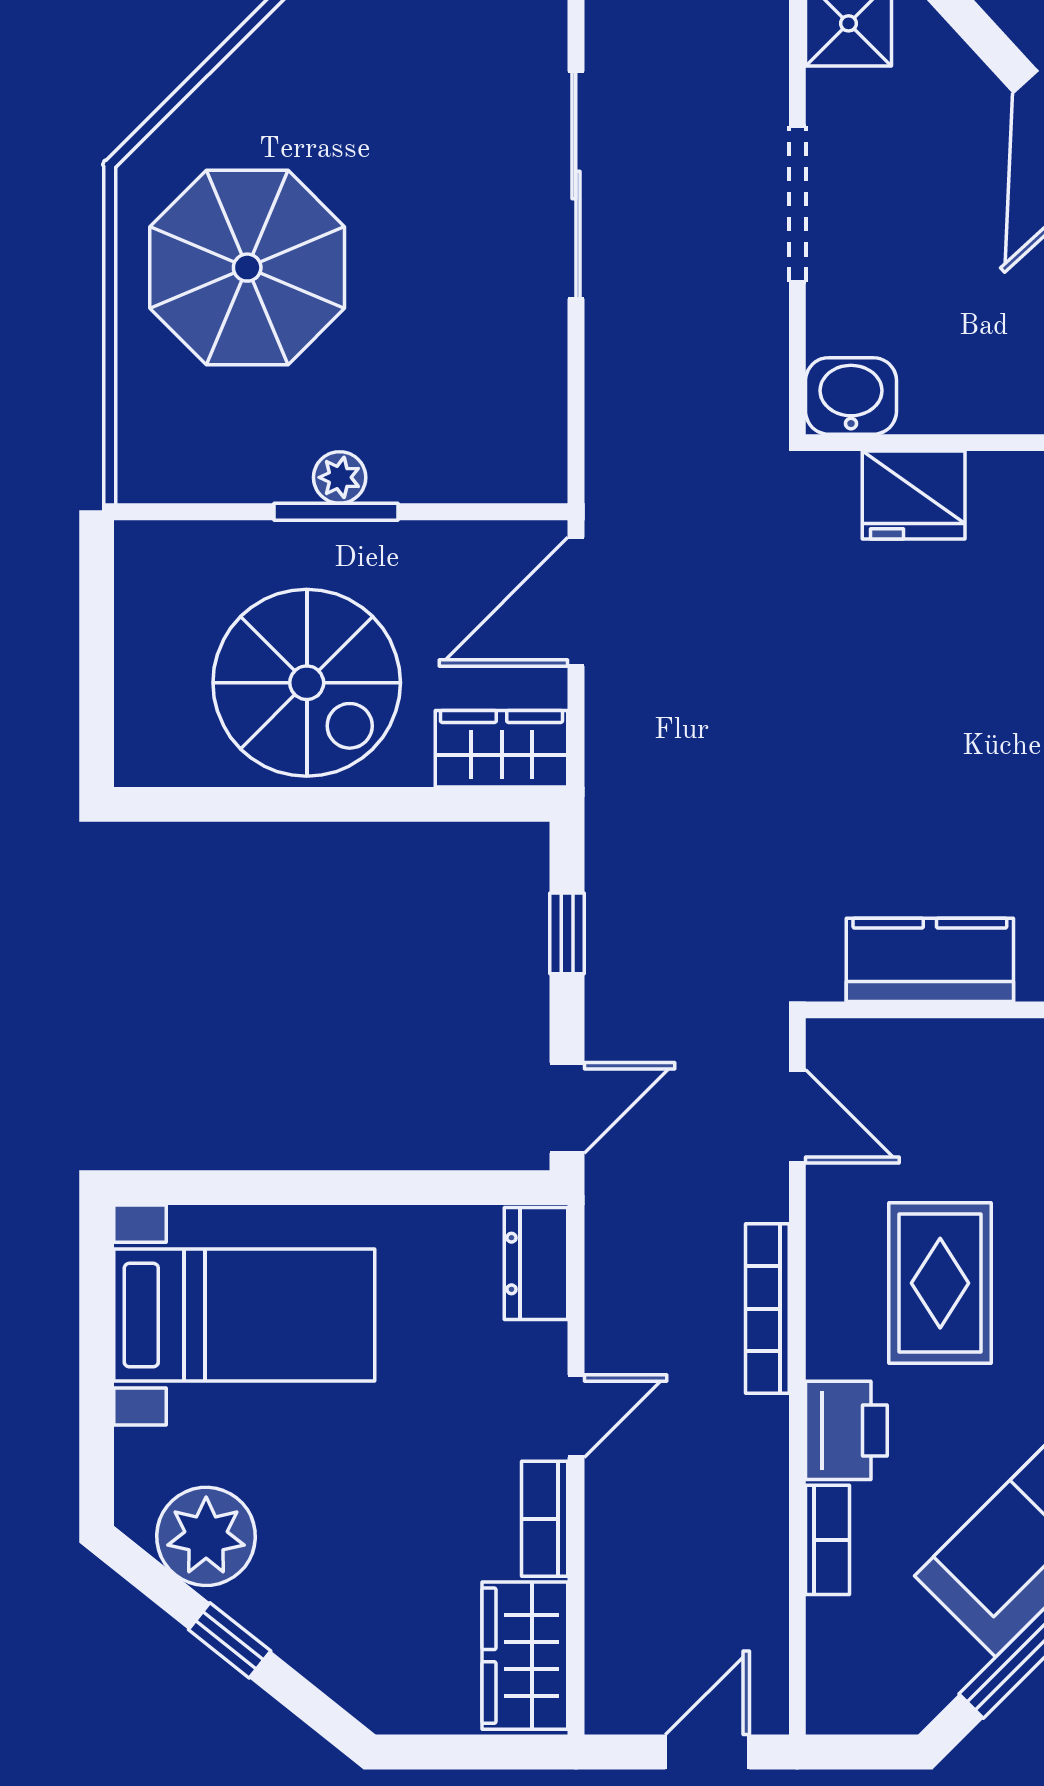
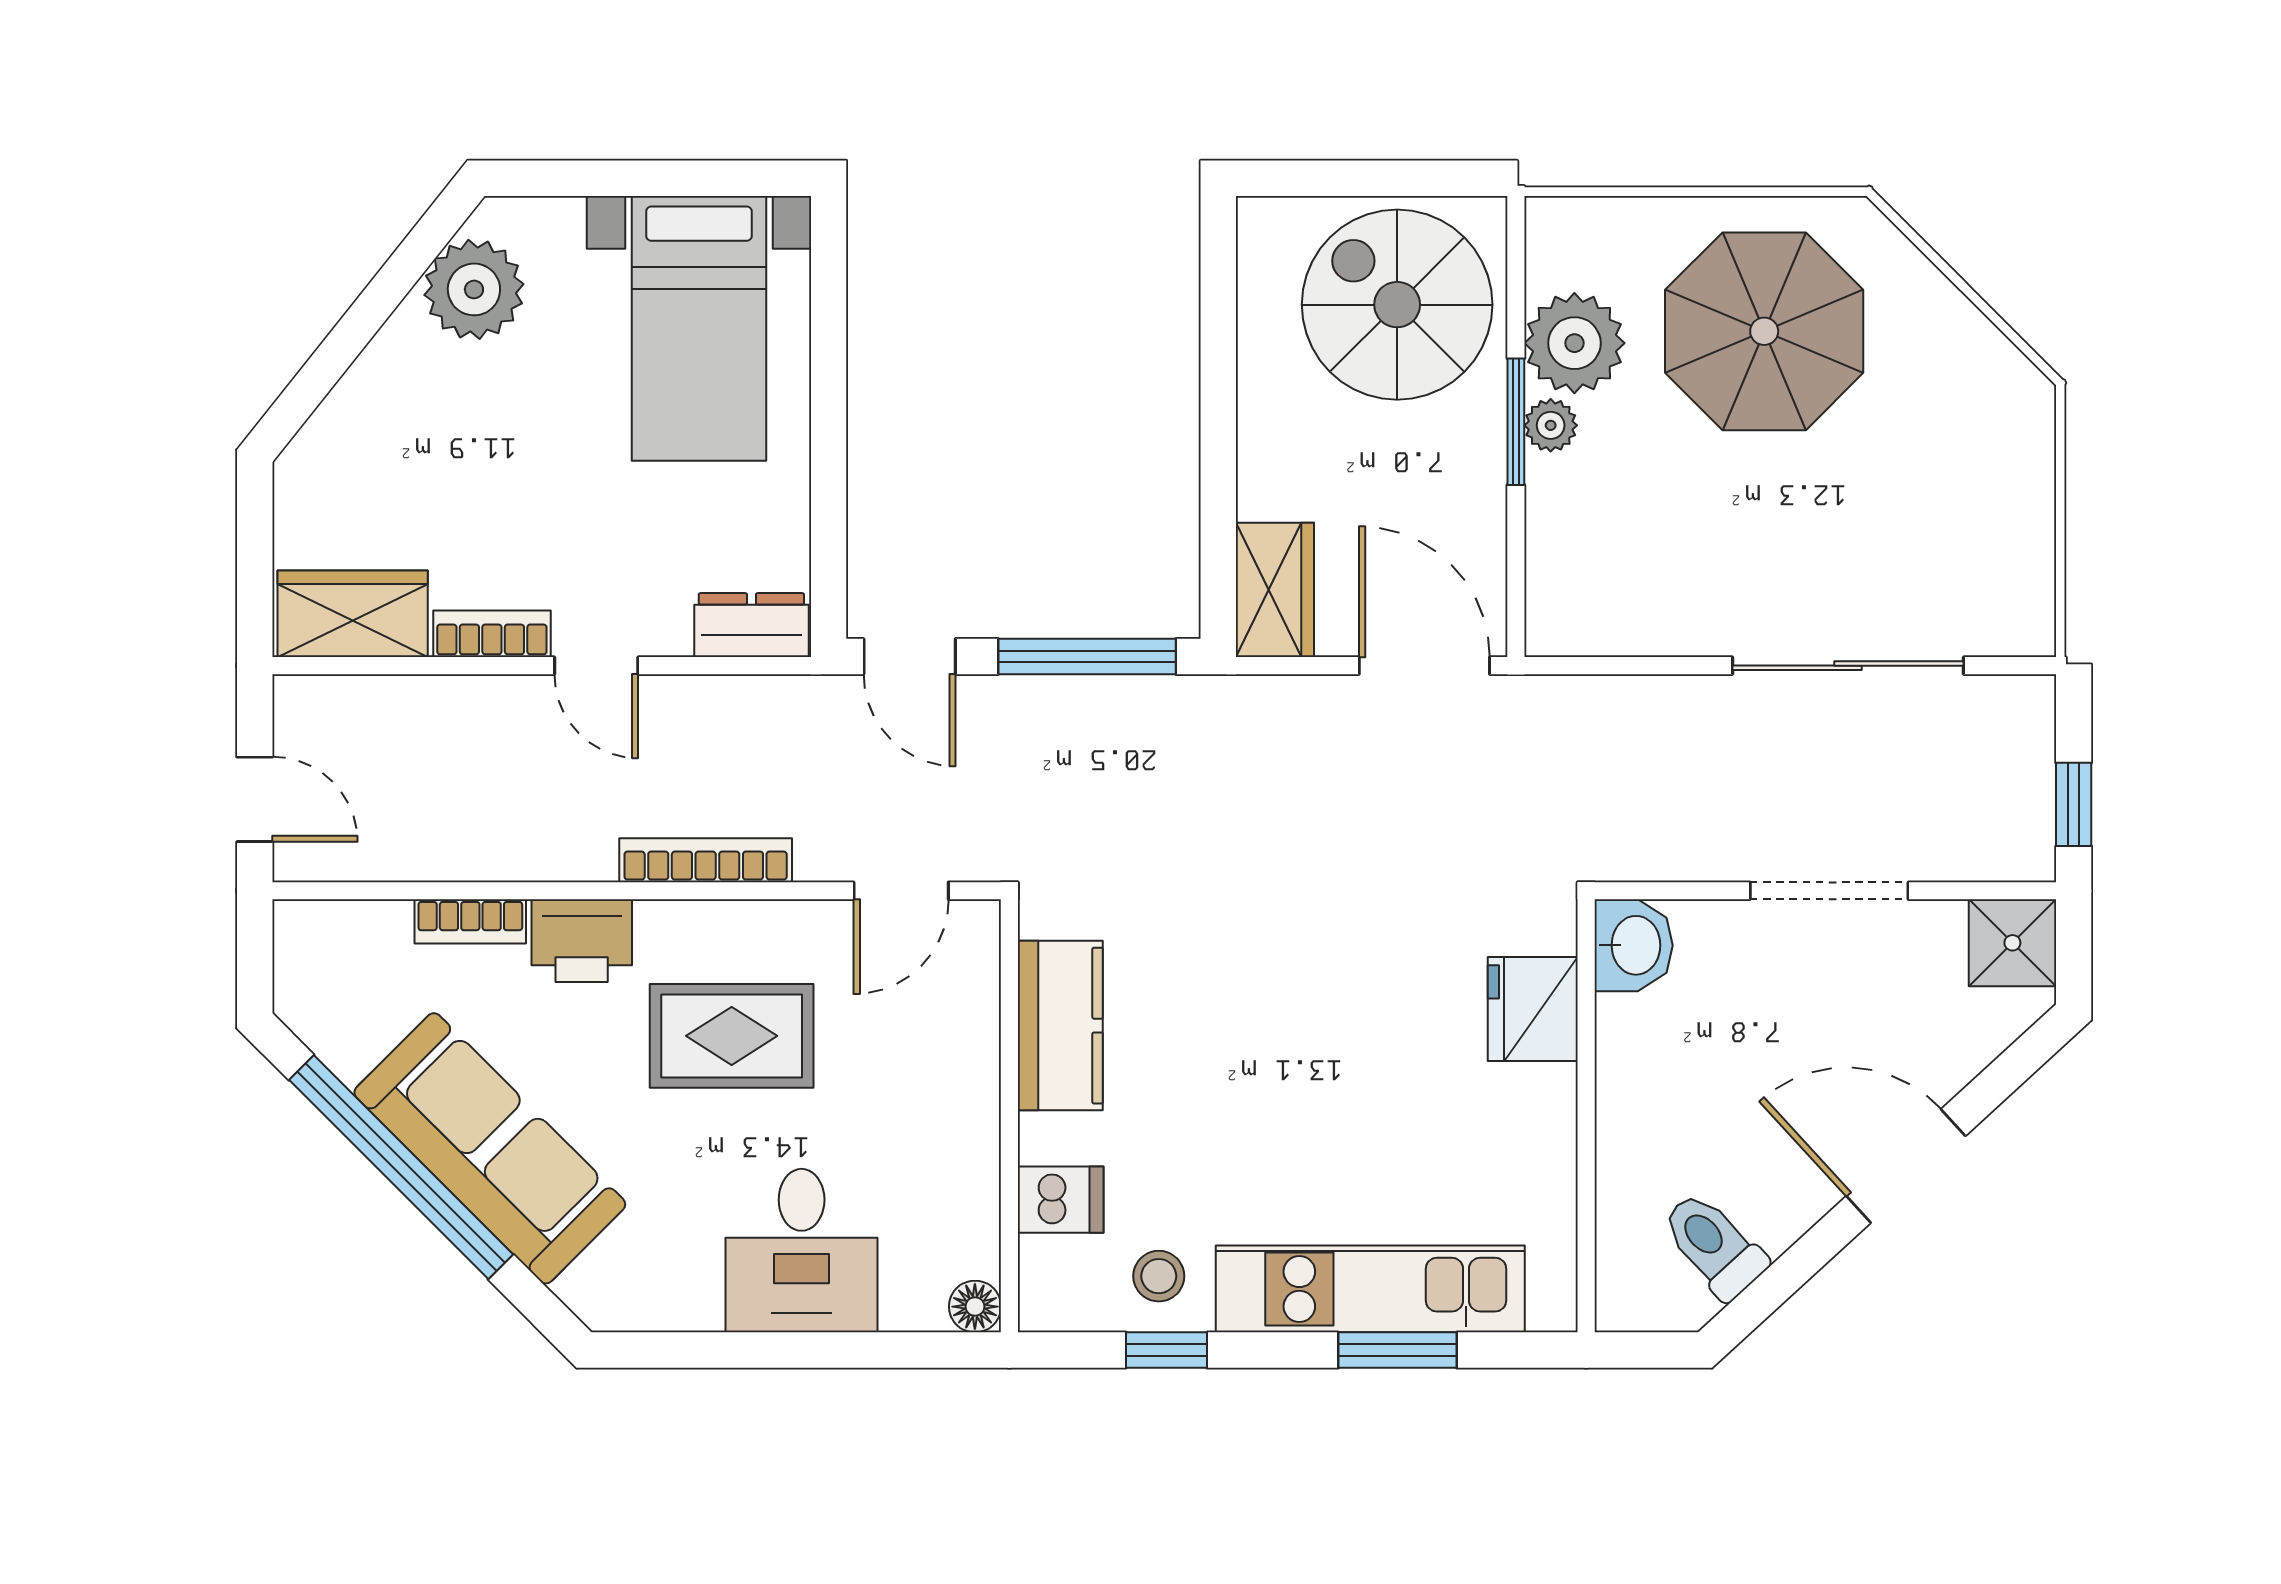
plant: (259, 454) -> (1574, 343), added
spiral stairs: (307, 683) -> (1397, 305), moved, turned 90
window: (567, 933) -> (1087, 657), width x2.17
window: (230, 1640) -> (368, 313), removed

